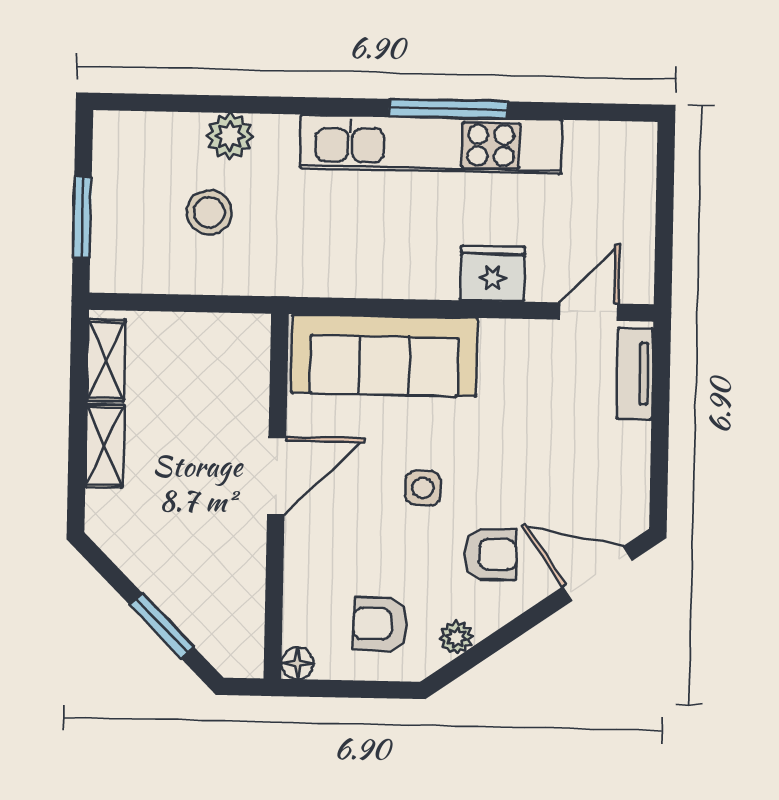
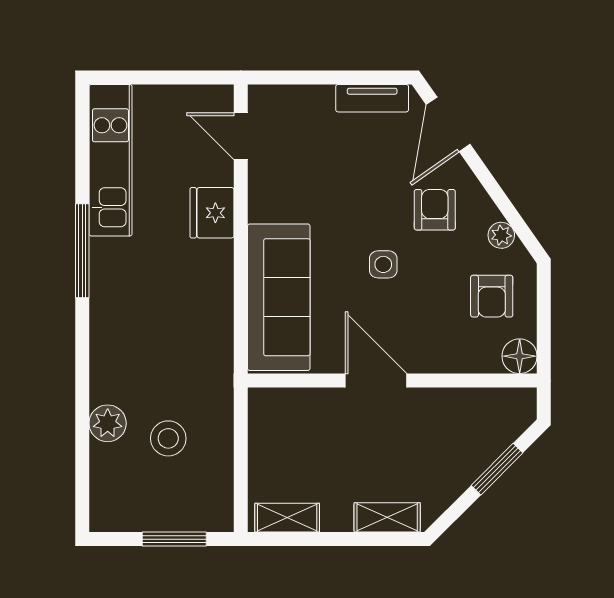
kitchen unit: (431, 144) -> (110, 160), moved, width x0.73
tv unit: (635, 374) -> (372, 98), moved
shelving: (105, 446) -> (387, 517), moved
floor lamp: (297, 663) -> (520, 356), width x1.37, depth x1.37

